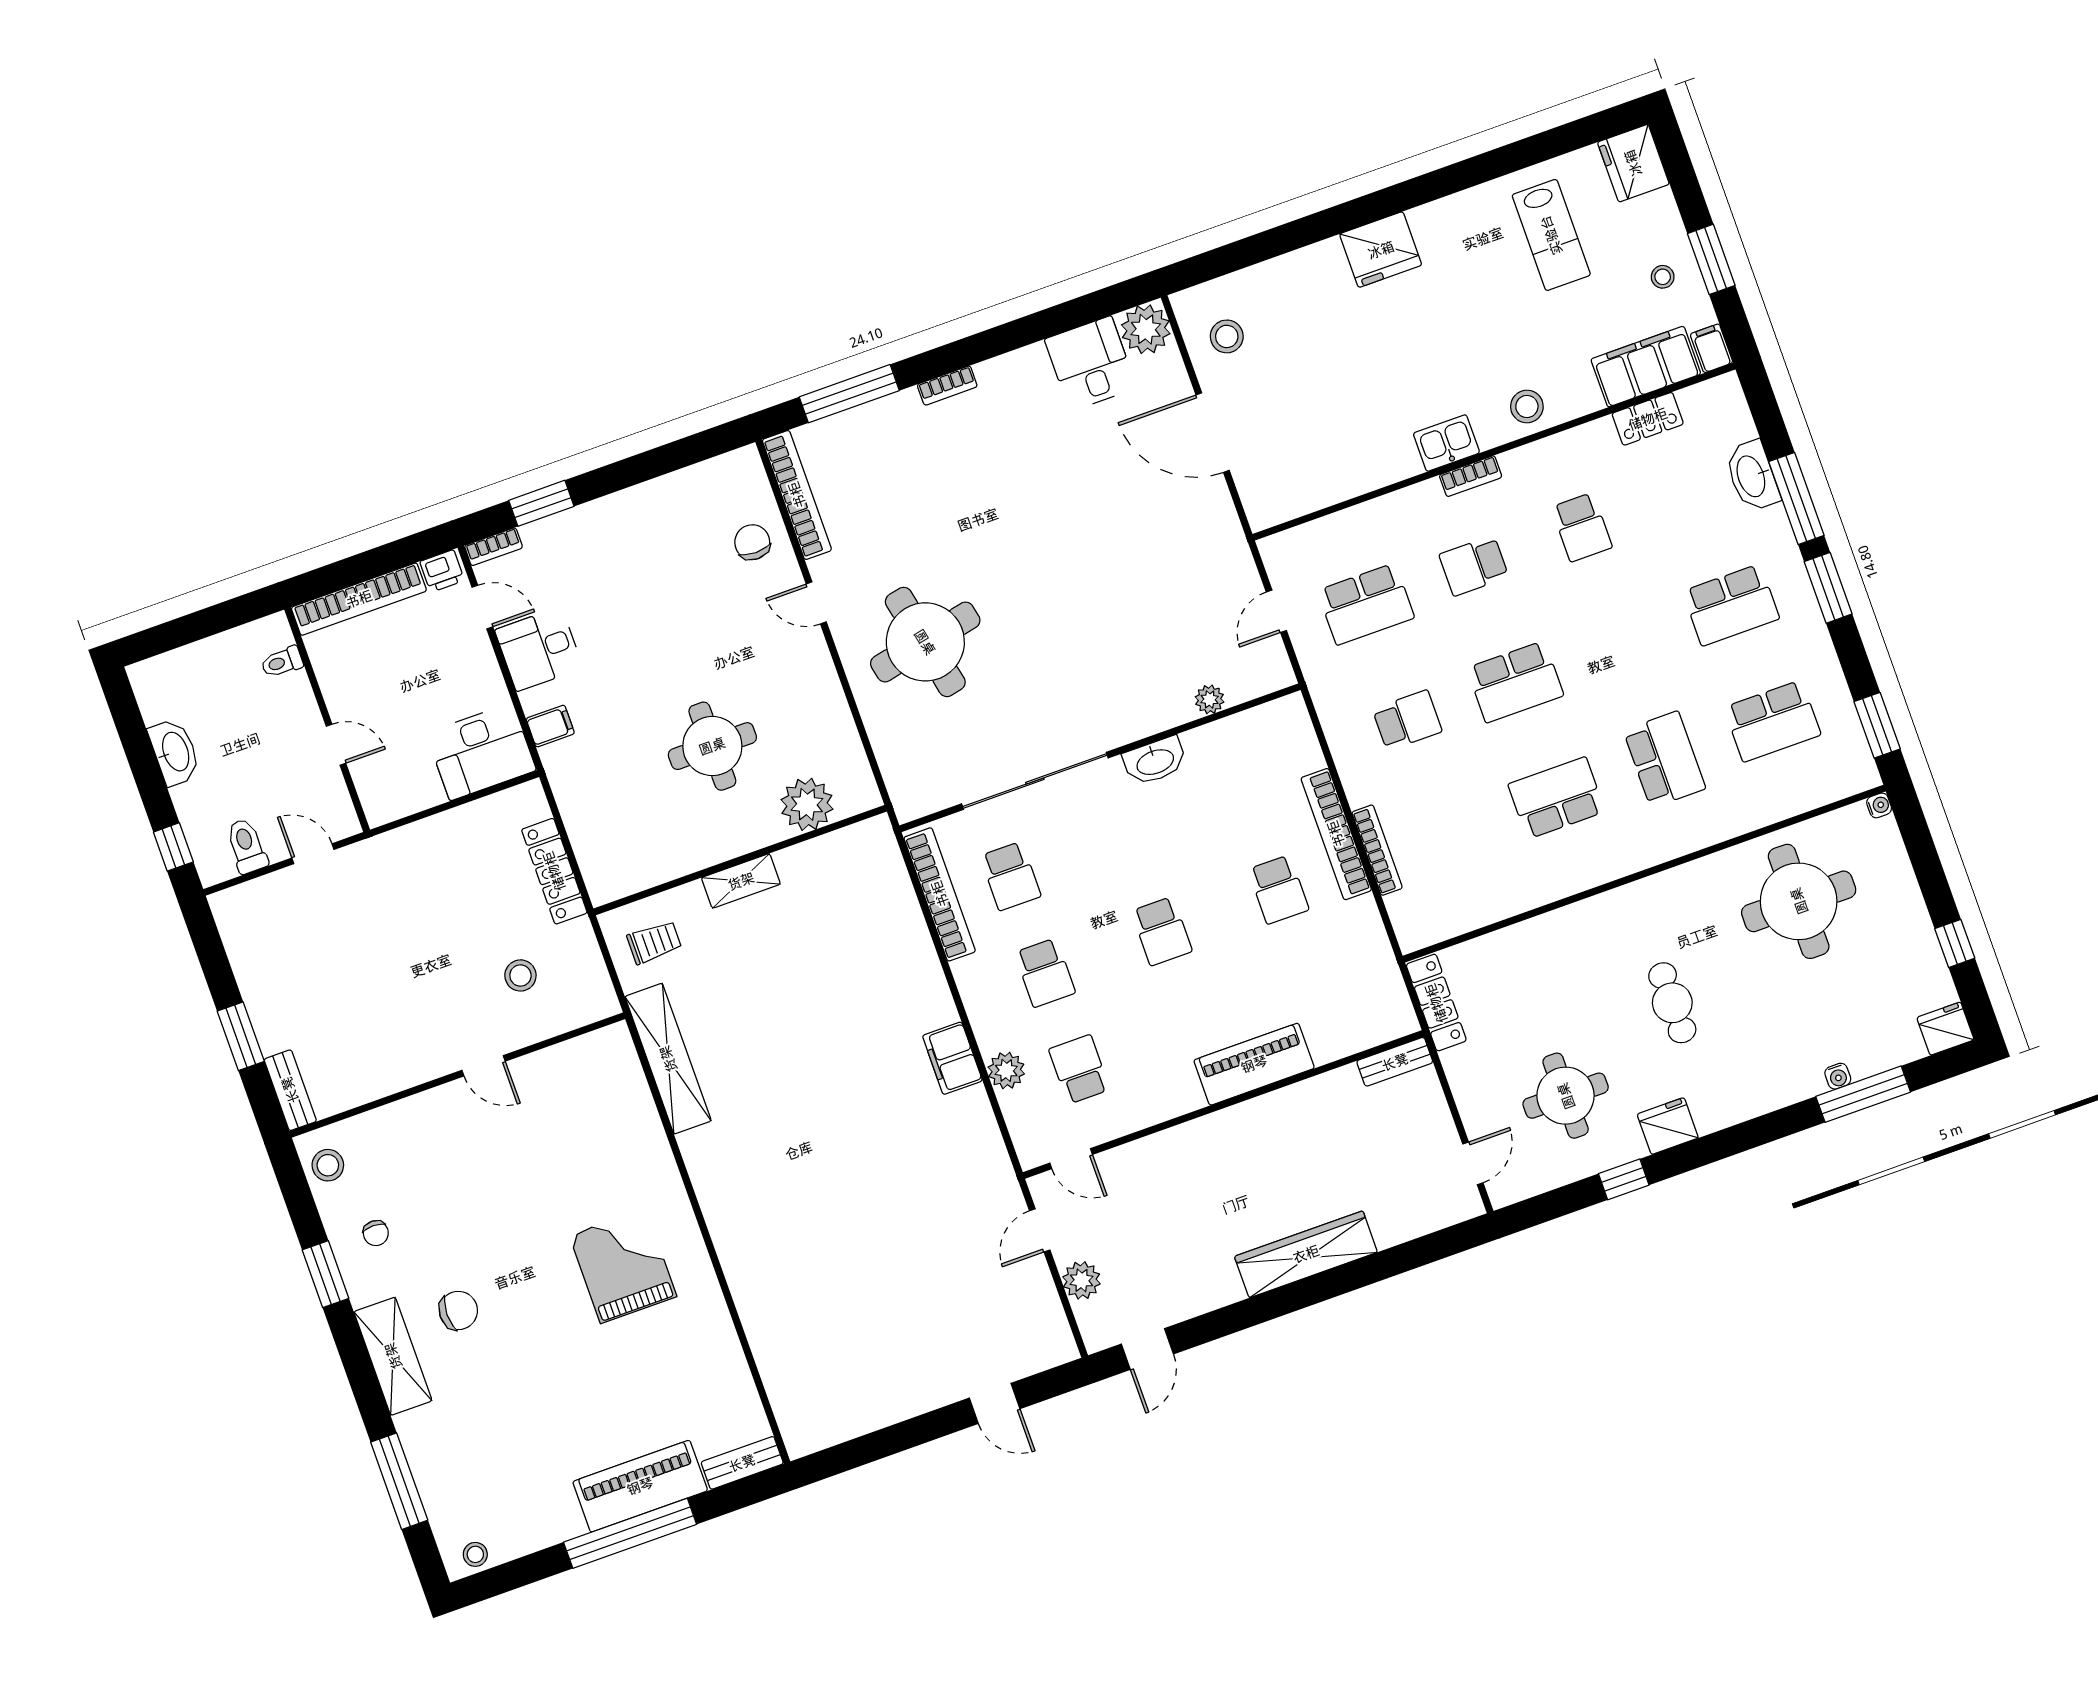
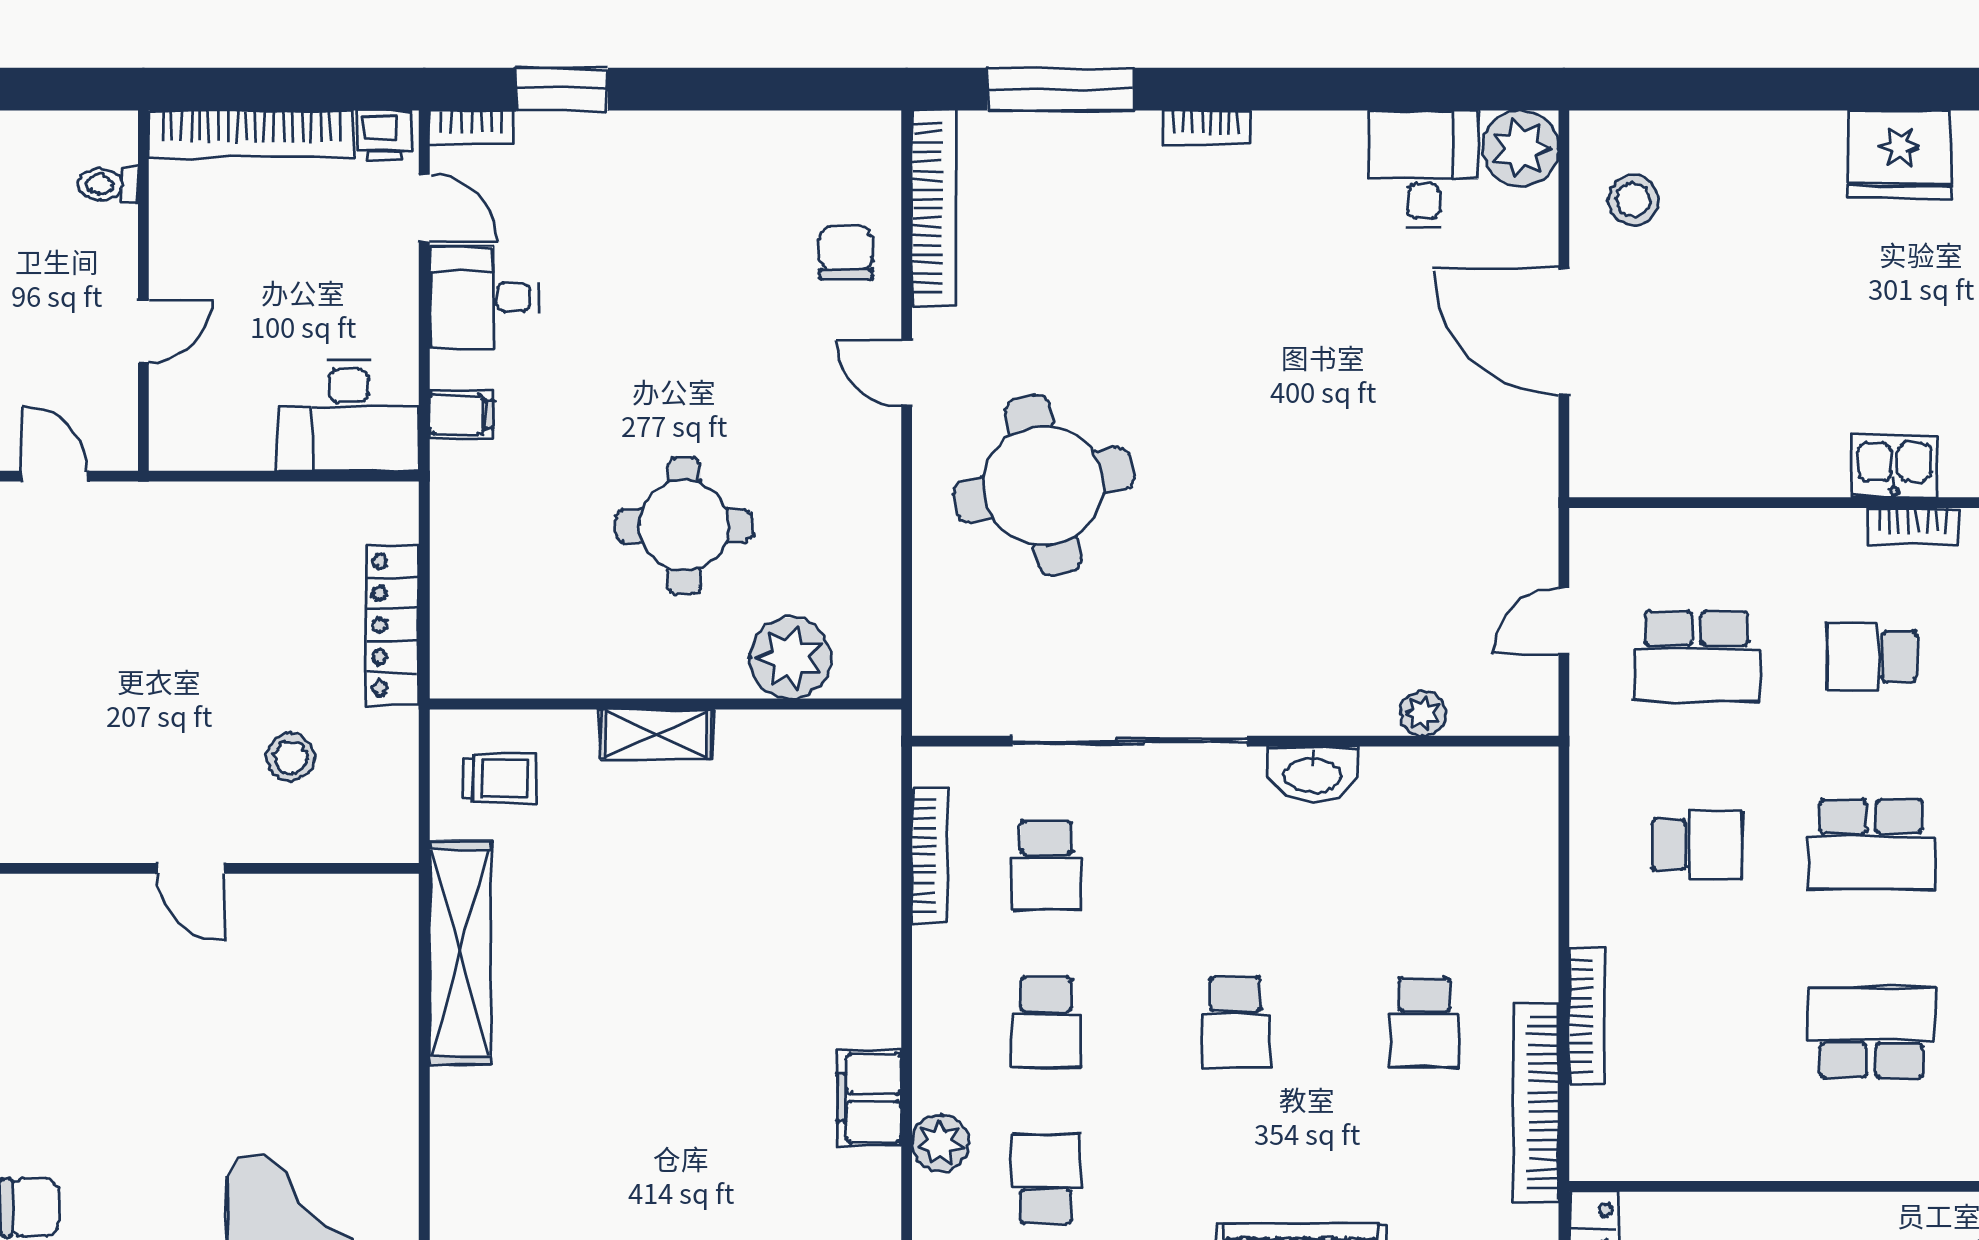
door: (336, 745) -> (143, 331), hinge flipped
bookcase: (1336, 834) -> (1536, 1102), moved
bookcase: (940, 894) -> (929, 856), width x0.68, depth x0.76

